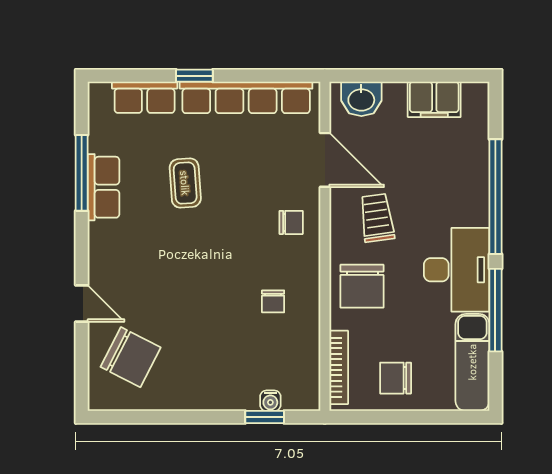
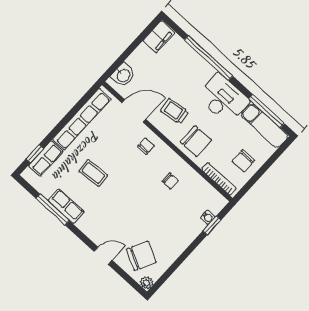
window: (194, 76) -> (35, 154), moved
filing cabinet: (434, 99) -> (159, 37), moved
window: (495, 310) -> (266, 111), moved
plant: (100, 399) -> (146, 283), added

